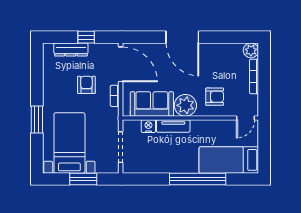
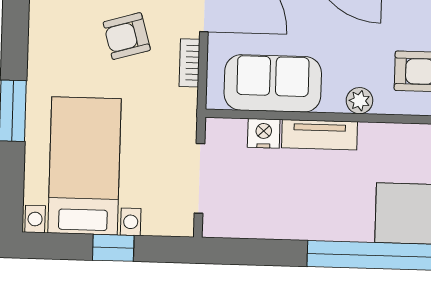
armchair: (86, 85) -> (127, 36), turned -106
plant: (185, 105) -> (359, 101), width x0.53, depth x0.53
window: (83, 179) -> (113, 248), width x0.67

